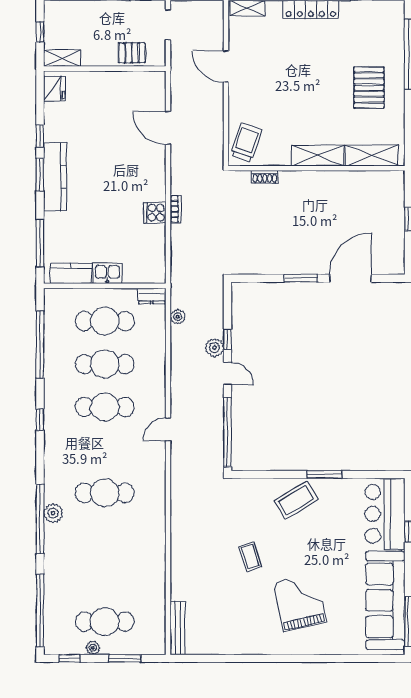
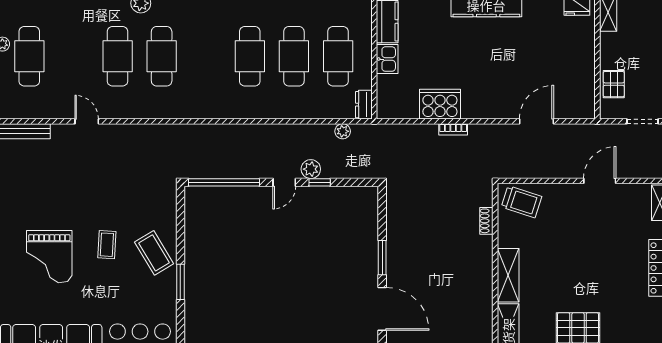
cooker: (155, 213) -> (440, 104), width x1.87, depth x1.31
door: (168, 429) -> (87, 121), moved
cafe table: (105, 536) -> (118, 56), added
coffee table: (250, 557) -> (107, 245), moved, turned -69
grand piano: (300, 602) -> (49, 257), turned 103

